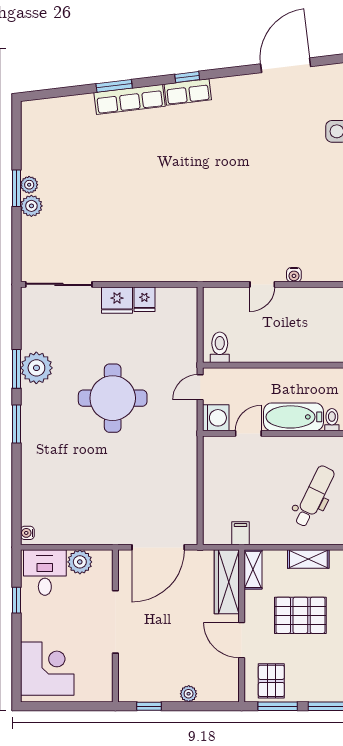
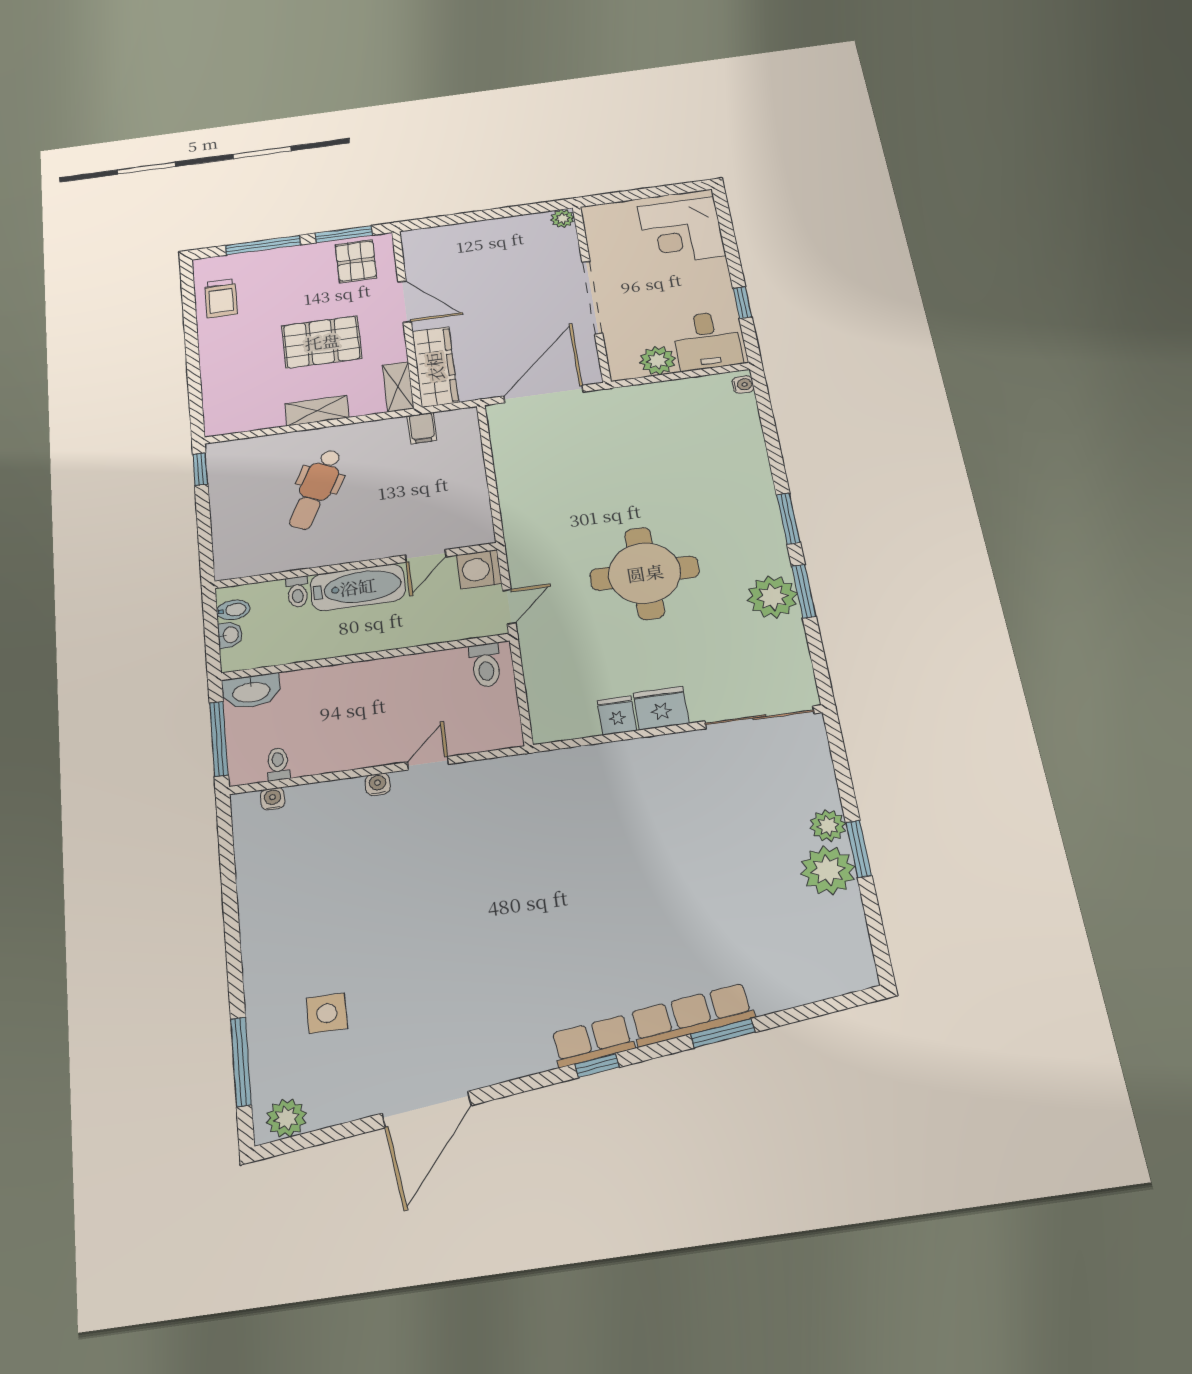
plant: (29, 185) -> (828, 870), width x1.88, depth x1.88
plant: (189, 694) -> (563, 218), moved
window: (149, 706) -> (528, 209), removed

